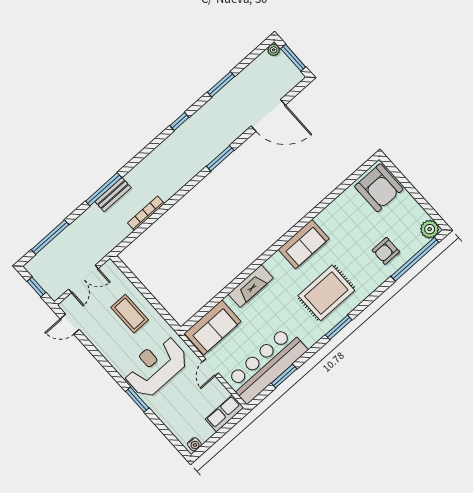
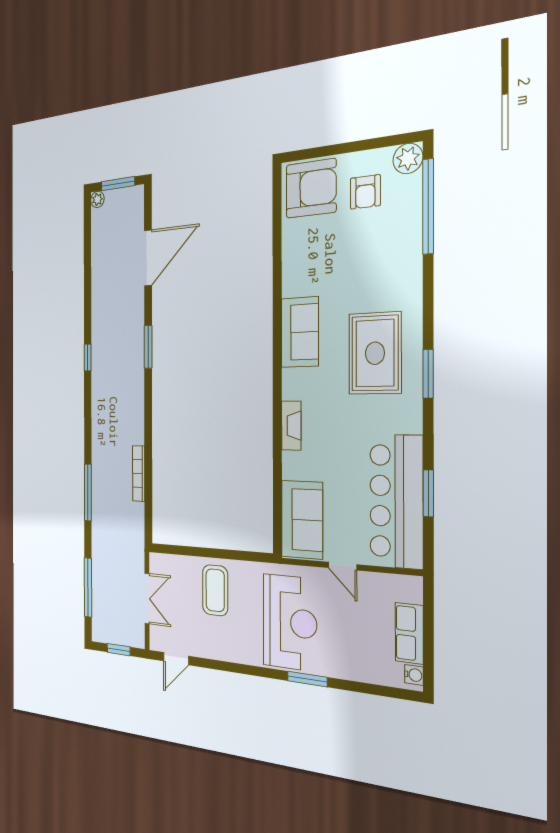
window: (221, 84) -> (87, 283), removed
bench: (113, 195) -> (99, 488), removed
armchair: (386, 251) -> (365, 192), moved
fireplace: (251, 286) -> (291, 426), width x0.73, depth x0.76
coffee table: (130, 314) -> (215, 590), turned 90
reception desk: (156, 366) -> (290, 622), turned 180
row of seats: (225, 413) -> (409, 633), moved

